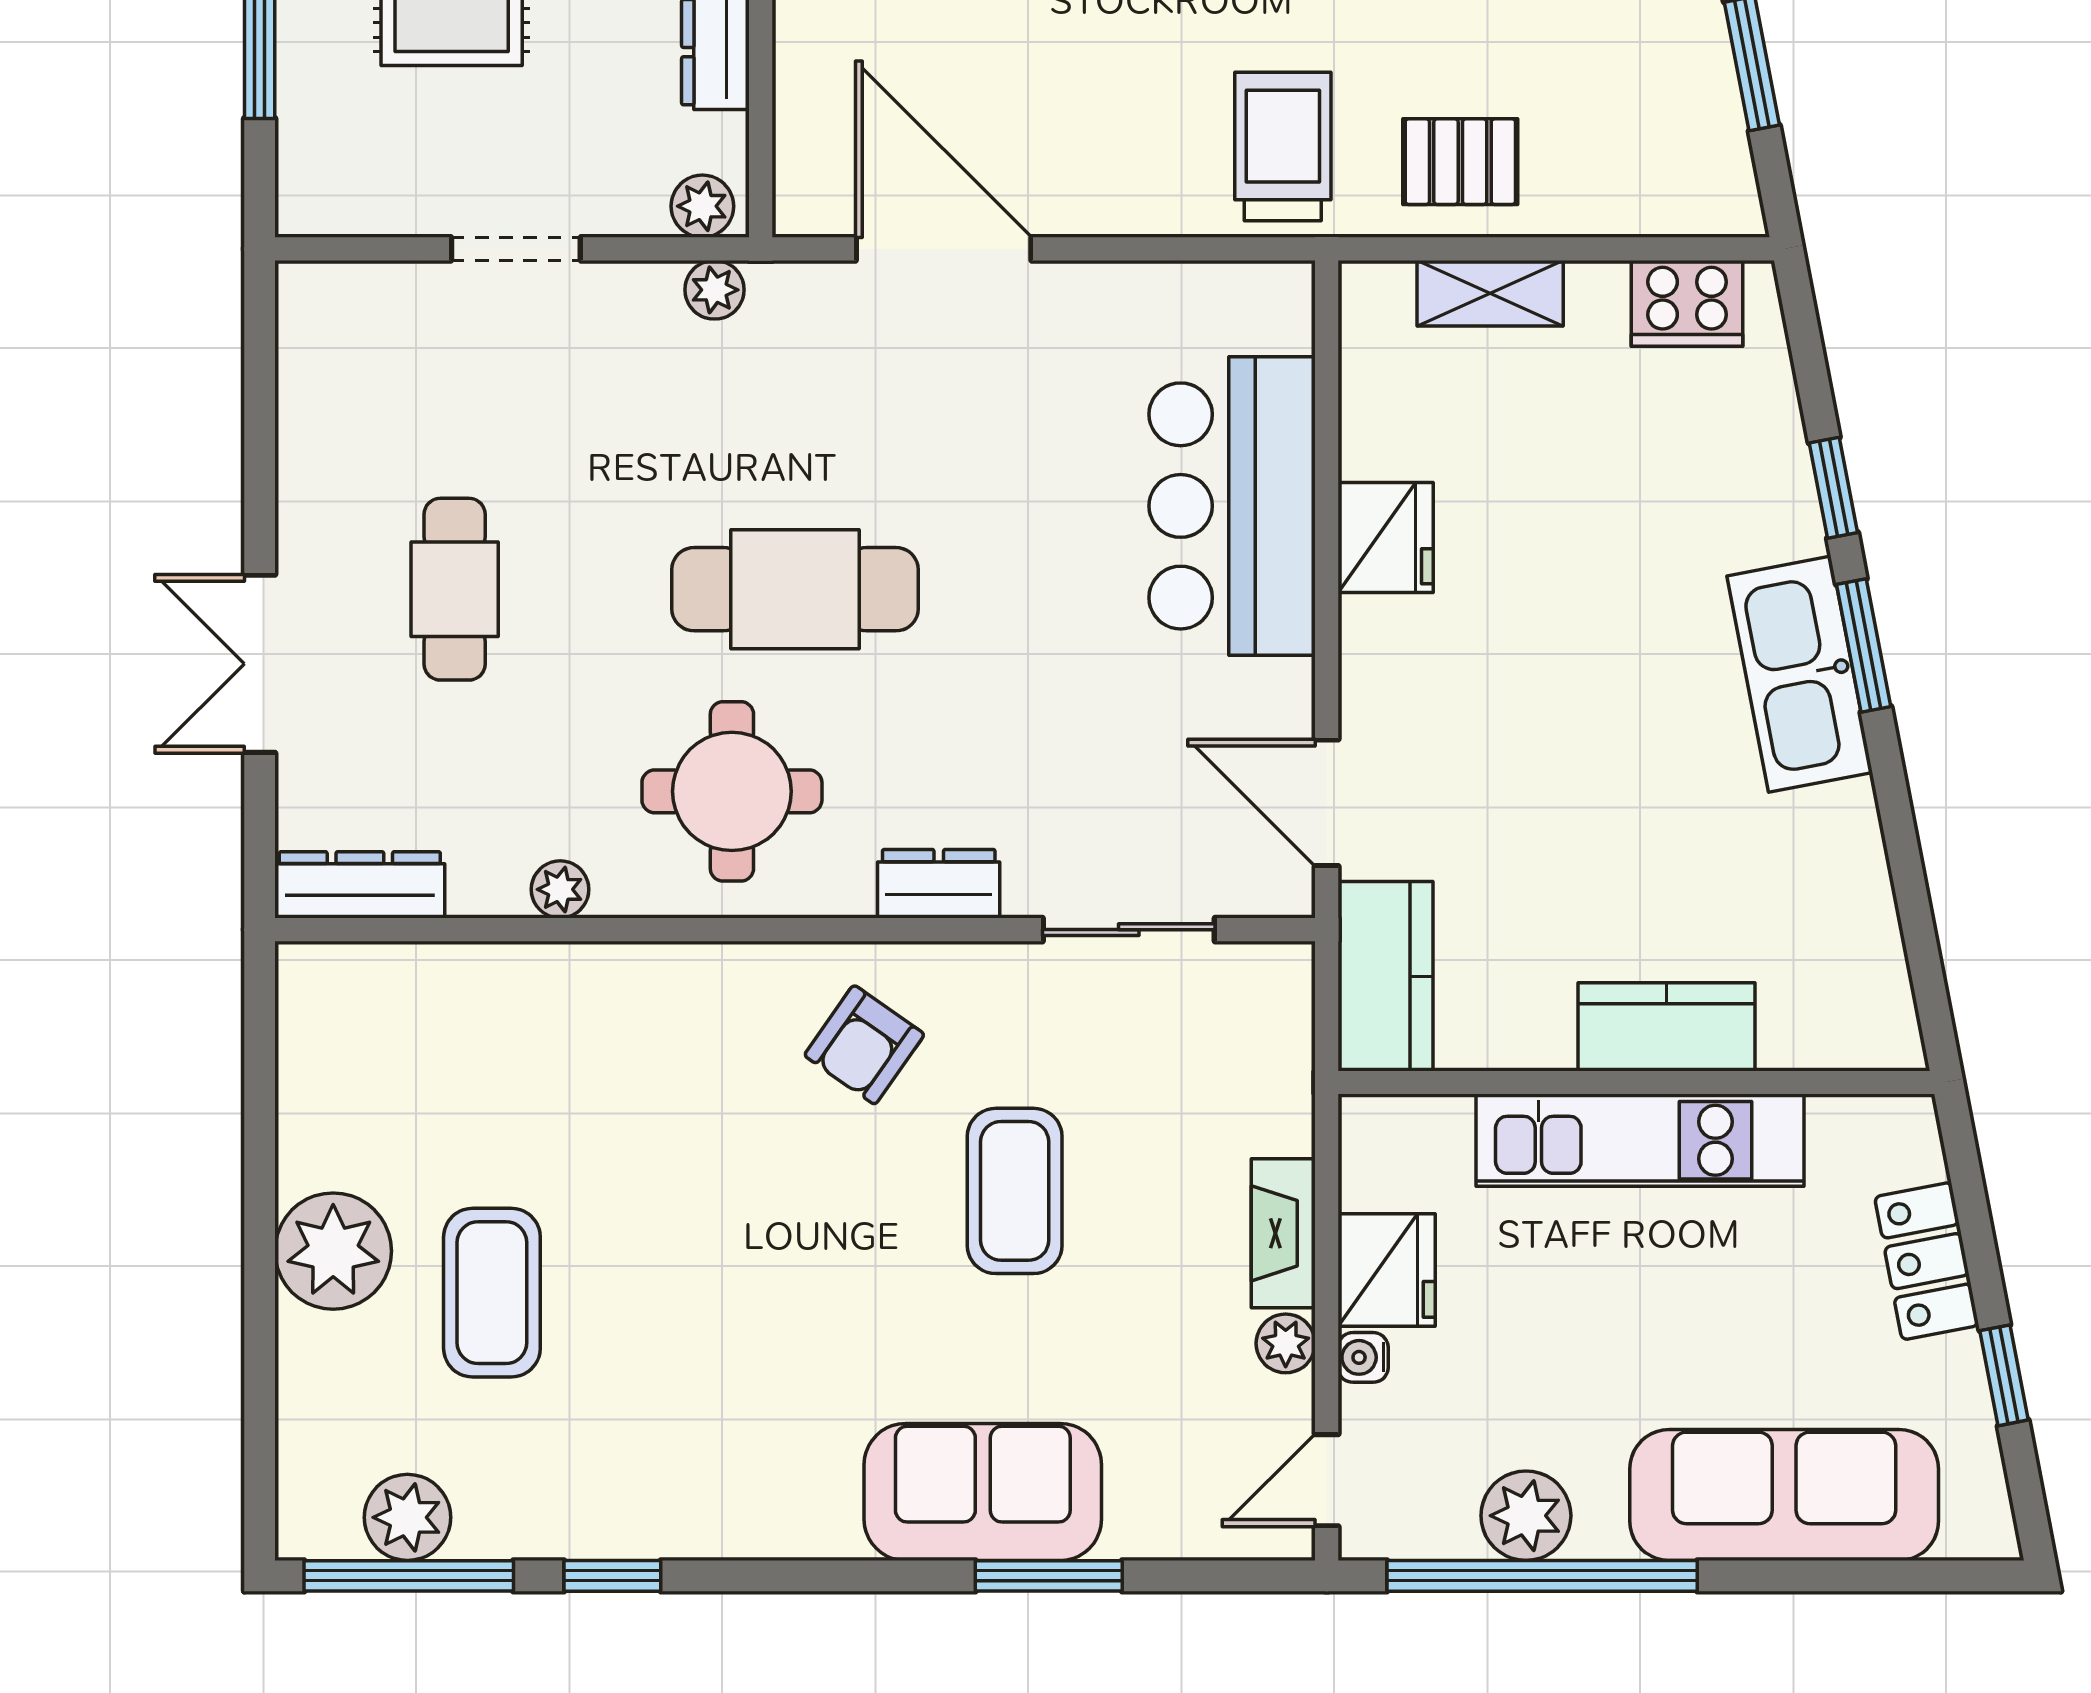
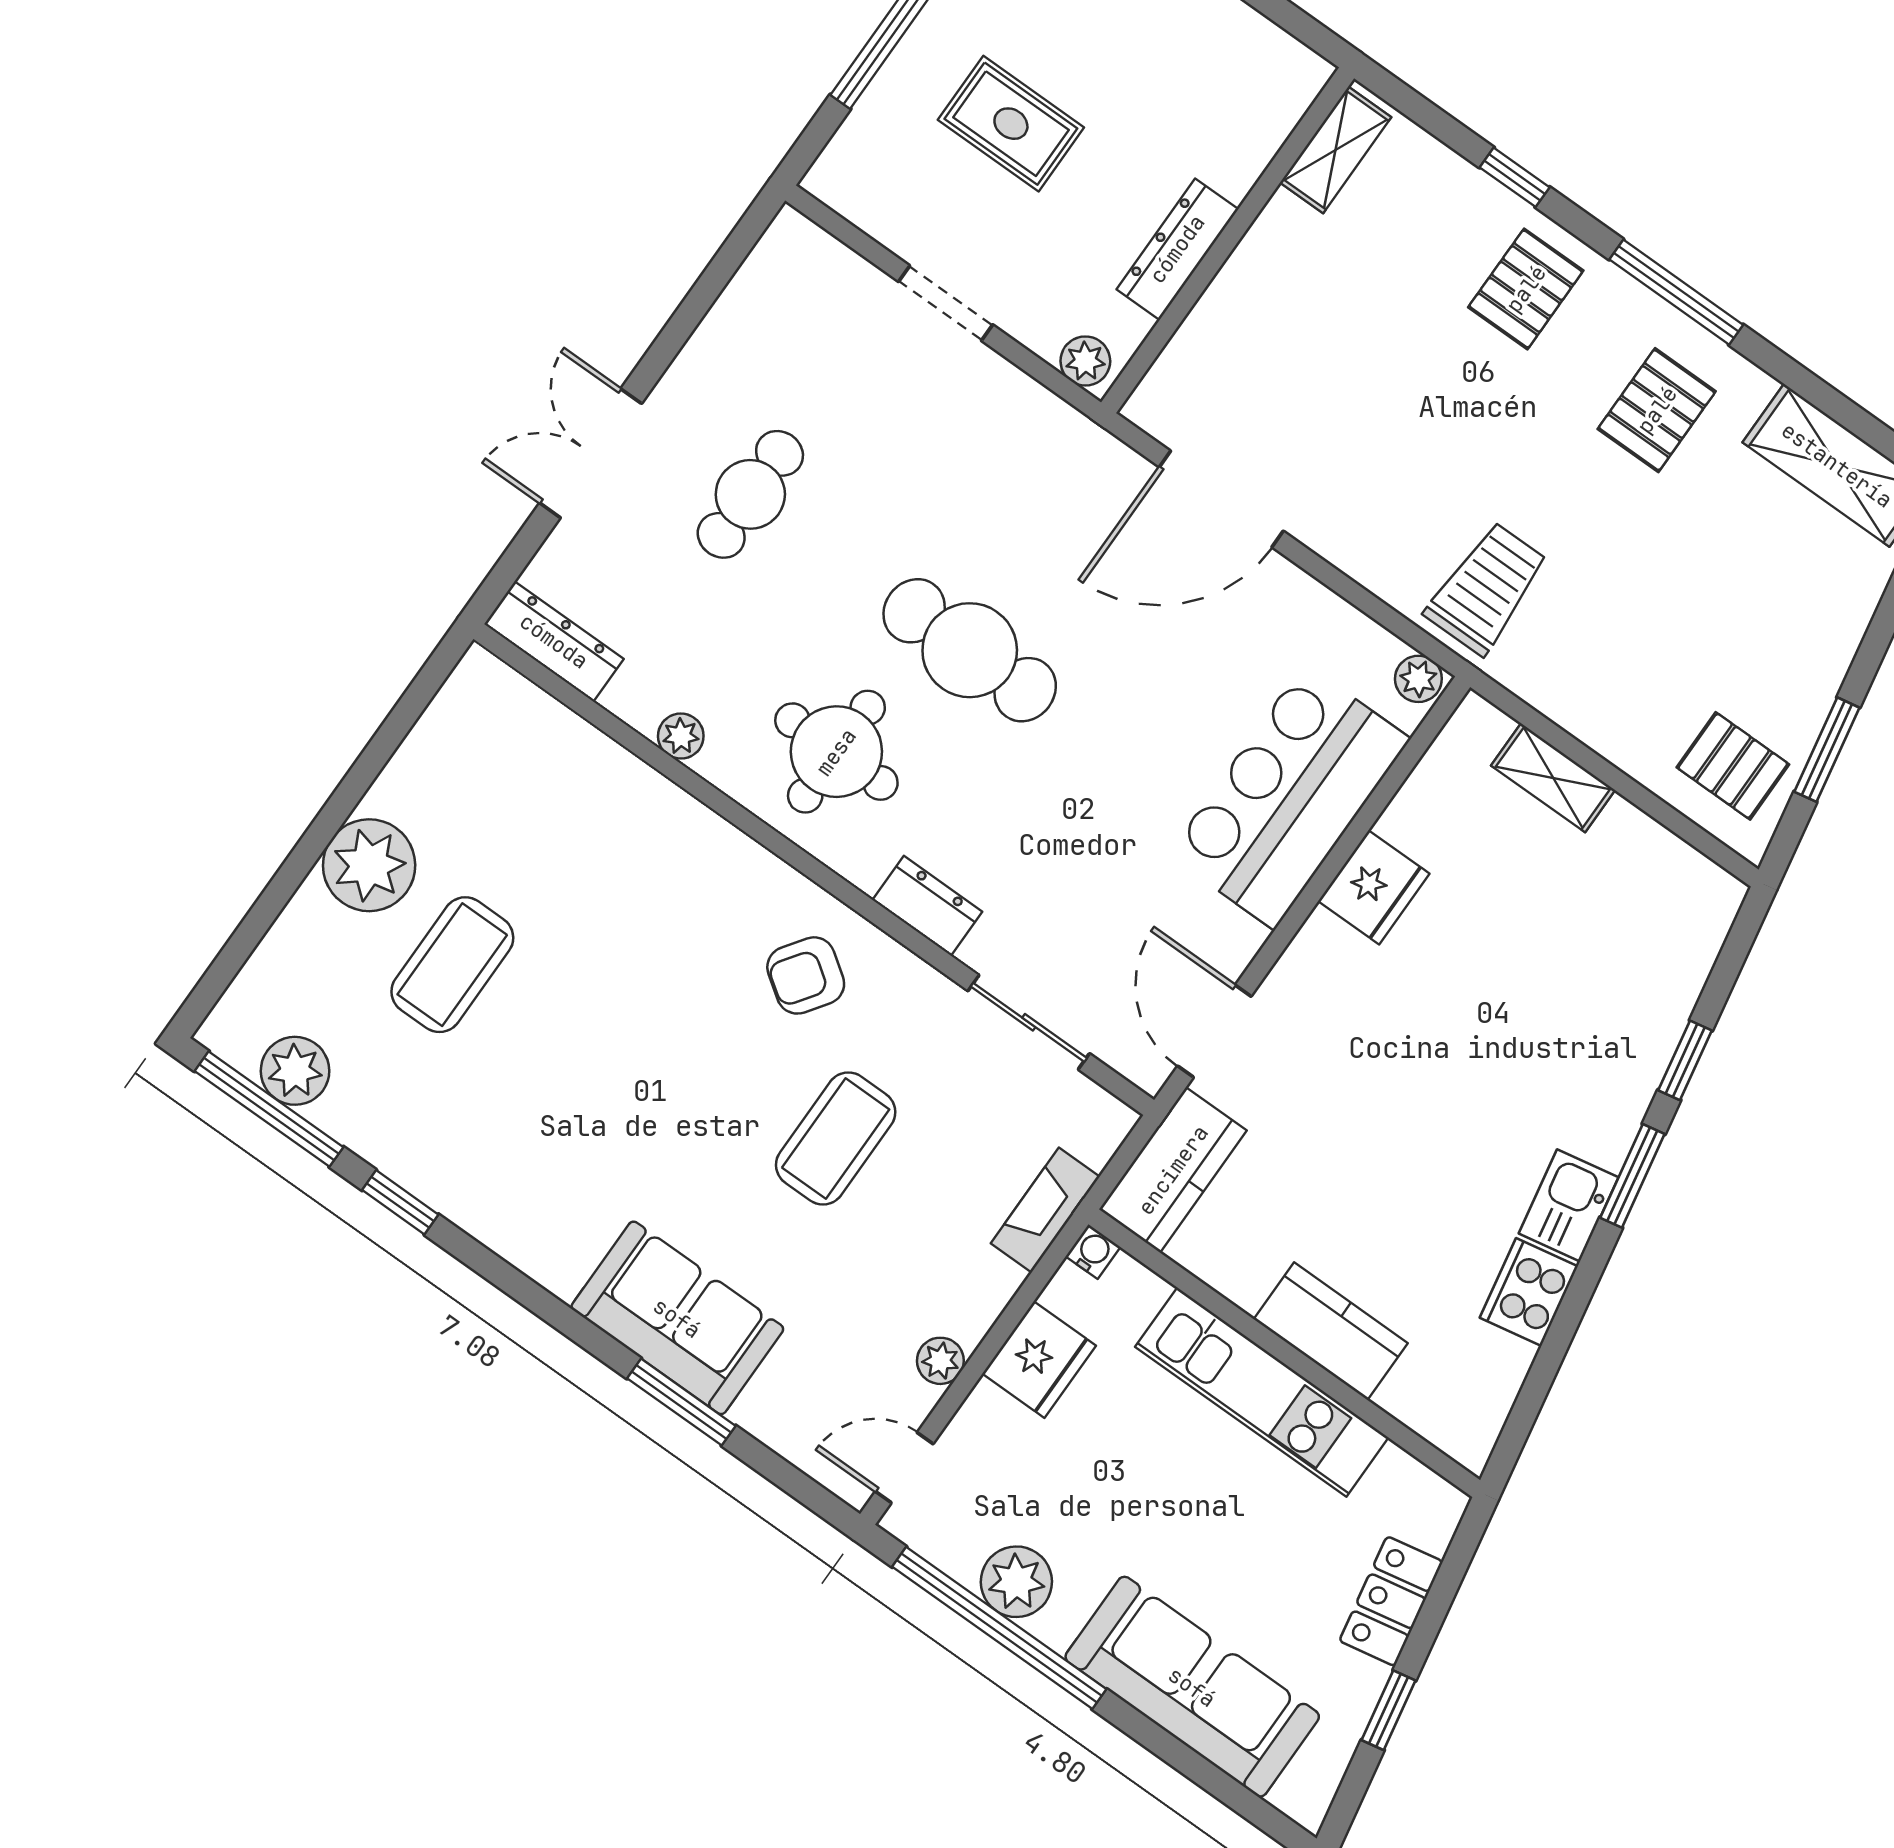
pallet: (1460, 162) -> (1733, 766), moved
door: (944, 249) -> (1221, 499), swing flipped
plant: (714, 290) -> (1418, 679), moved
cooker: (1687, 303) -> (1529, 1292), moved, turned 79
kitchen sink: (1800, 674) -> (1569, 1205), width x0.53, depth x0.81
fireplace: (1283, 1233) -> (1045, 1210), moved
water cooler: (1363, 1357) -> (1093, 1252), moved, turned 90

